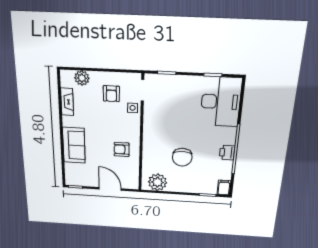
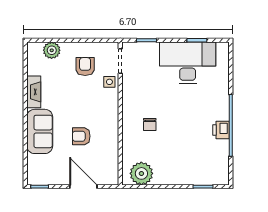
armchair: (111, 94) -> (85, 66), turned 180
fireplace: (67, 102) -> (34, 92), moved
desk: (221, 102) -> (188, 63), moved, turned -90
armchair: (122, 149) -> (81, 136), moved
chair: (182, 157) -> (150, 125), moved, width x0.54, depth x0.54
filing cabinet: (224, 188) -> (222, 175), removed

